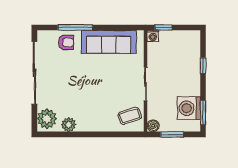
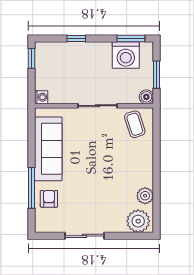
window: (163, 27) -> (31, 58), moved
sliding door: (34, 73) -> (84, 236), width x0.54

